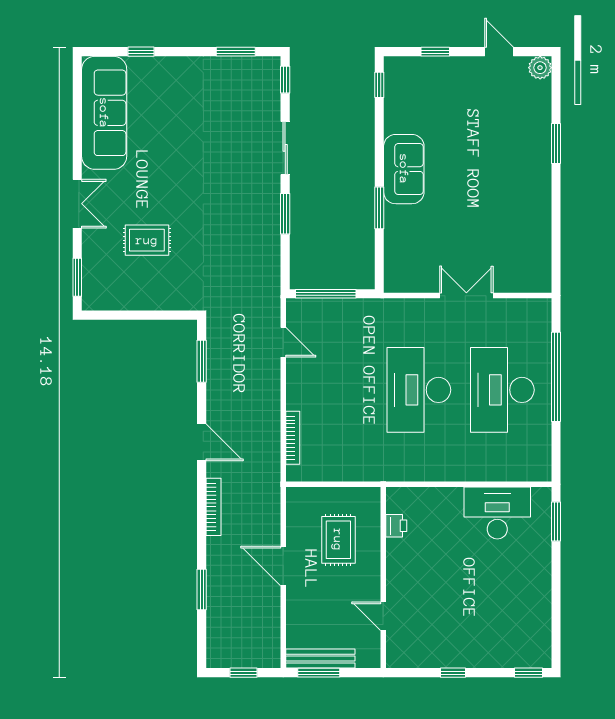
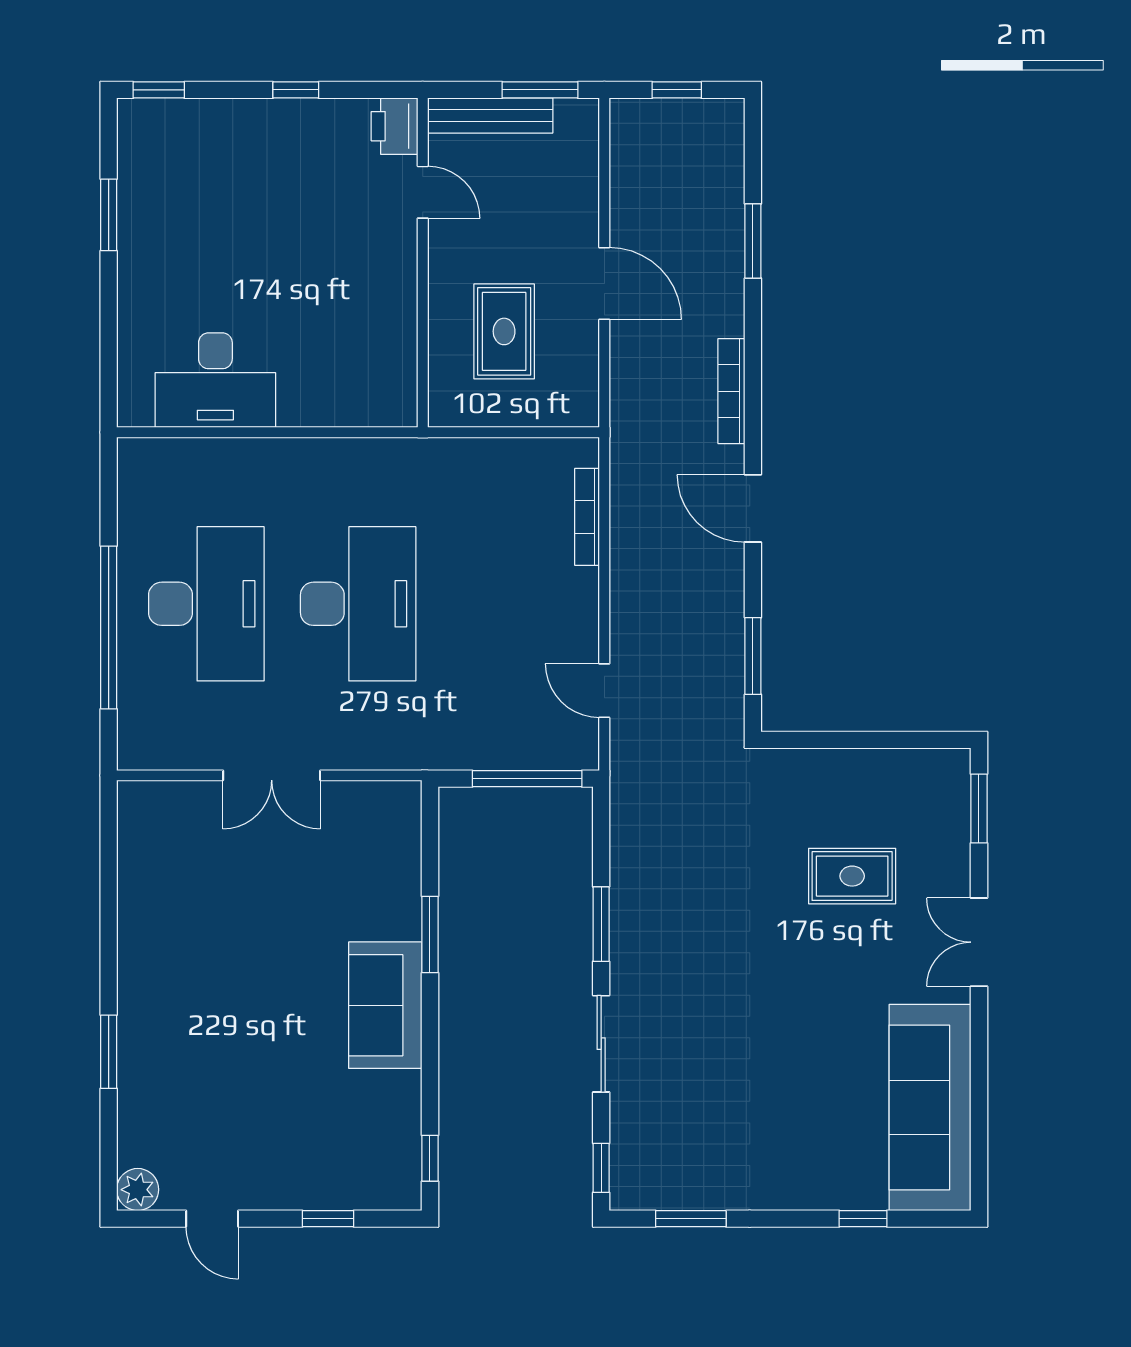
window: (556, 521) -> (109, 215), moved
printer: (396, 526) -> (395, 126), moved, width x1.36, depth x1.24
bench: (320, 659) -> (490, 116), moved

